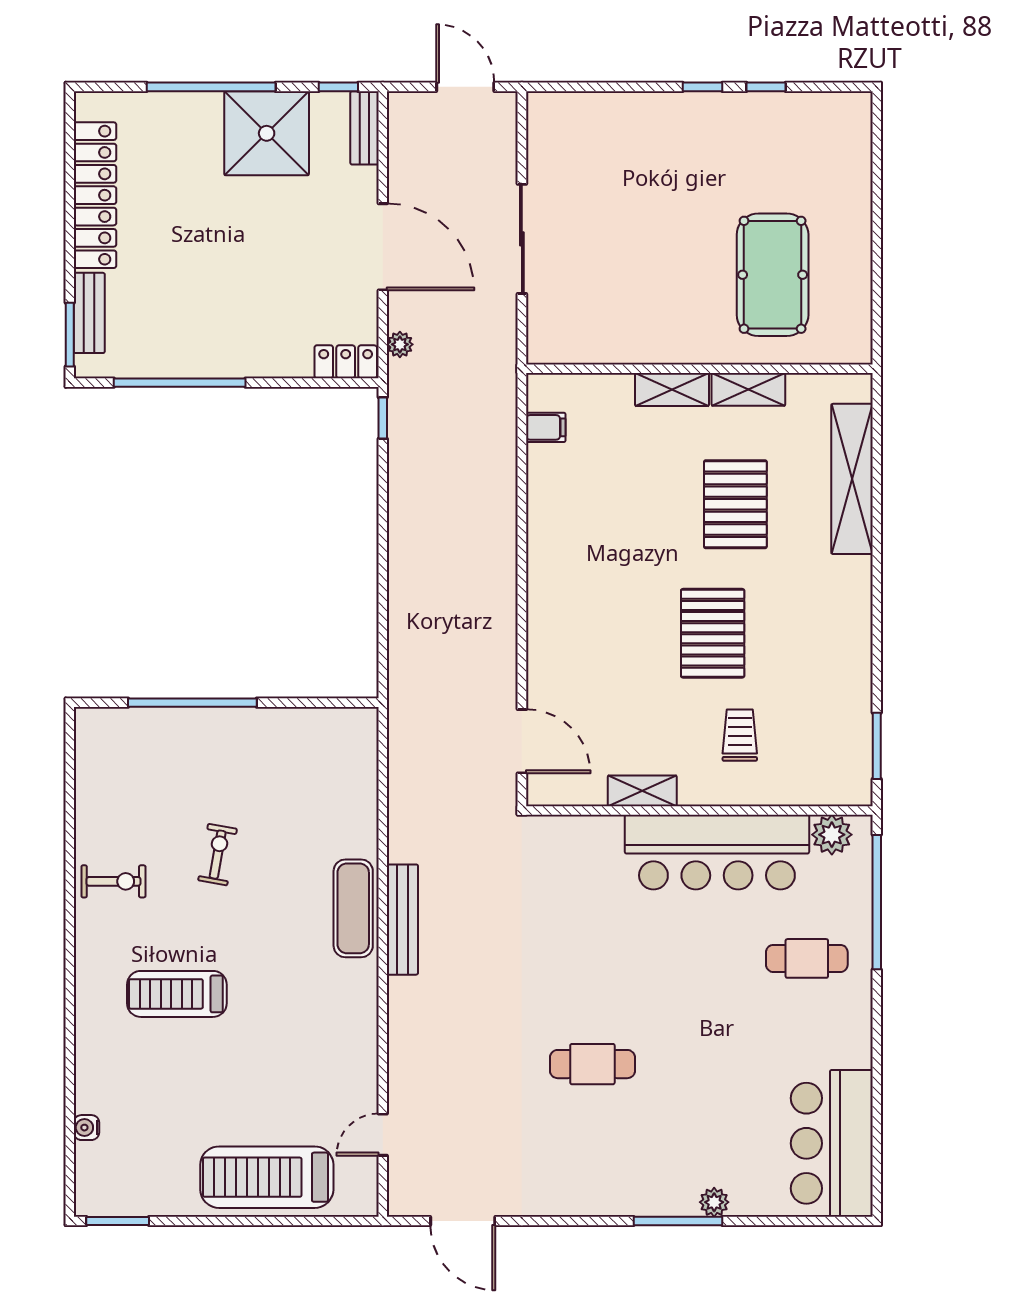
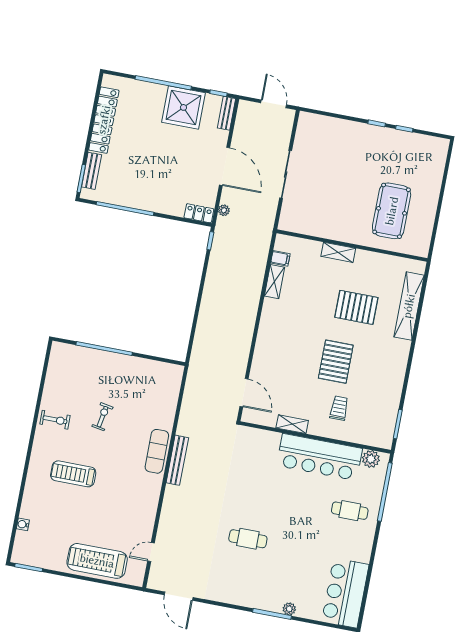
shelving: (748, 389) -> (274, 282), moved, turned 90
pallet: (735, 504) -> (356, 307), turned 90

